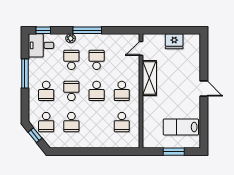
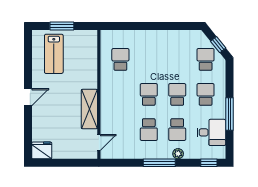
fridge: (174, 41) -> (42, 150), moved
desk: (41, 45) -> (211, 132), moved
door: (204, 89) -> (28, 97), swing flipped
school desk: (71, 91) -> (177, 94), turned 180
school desk: (122, 91) -> (120, 94), removed
school desk: (71, 122) -> (177, 59), removed
lab bench: (181, 127) -> (54, 54), turned 90

